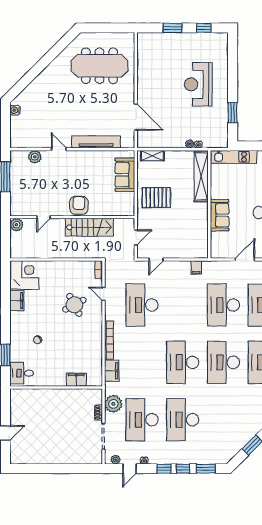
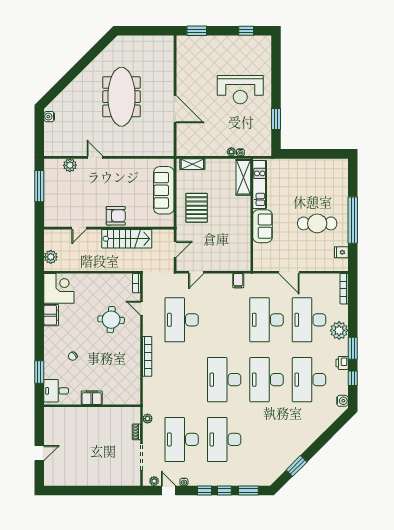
window: (173, 28) -> (197, 31), moved
meeting table: (99, 66) -> (122, 97), moved, turned 90
reception desk: (198, 84) -> (240, 90), turned -90
door: (136, 117) -> (175, 109), moved
tv unit: (96, 142) -> (134, 150), removed
kitchen unit: (233, 157) -> (260, 184), moved, turned -90
sofa: (125, 175) -> (164, 190), width x1.36
shelving: (201, 176) -> (243, 177), width x0.68
pallet: (156, 198) -> (197, 208), turned 90
armchair: (79, 205) -> (116, 216), turned 90
plant: (16, 225) -> (51, 257), moved
door: (245, 259) -> (289, 272), swing flipped
round table: (74, 305) -> (111, 320), turned 32
filing cabinet: (112, 371) -> (150, 388), removed
filing cabinet: (76, 380) -> (92, 398), moved
plant: (113, 404) -> (147, 419), width x0.53, depth x0.53
door: (130, 469) -> (169, 490), swing flipped

